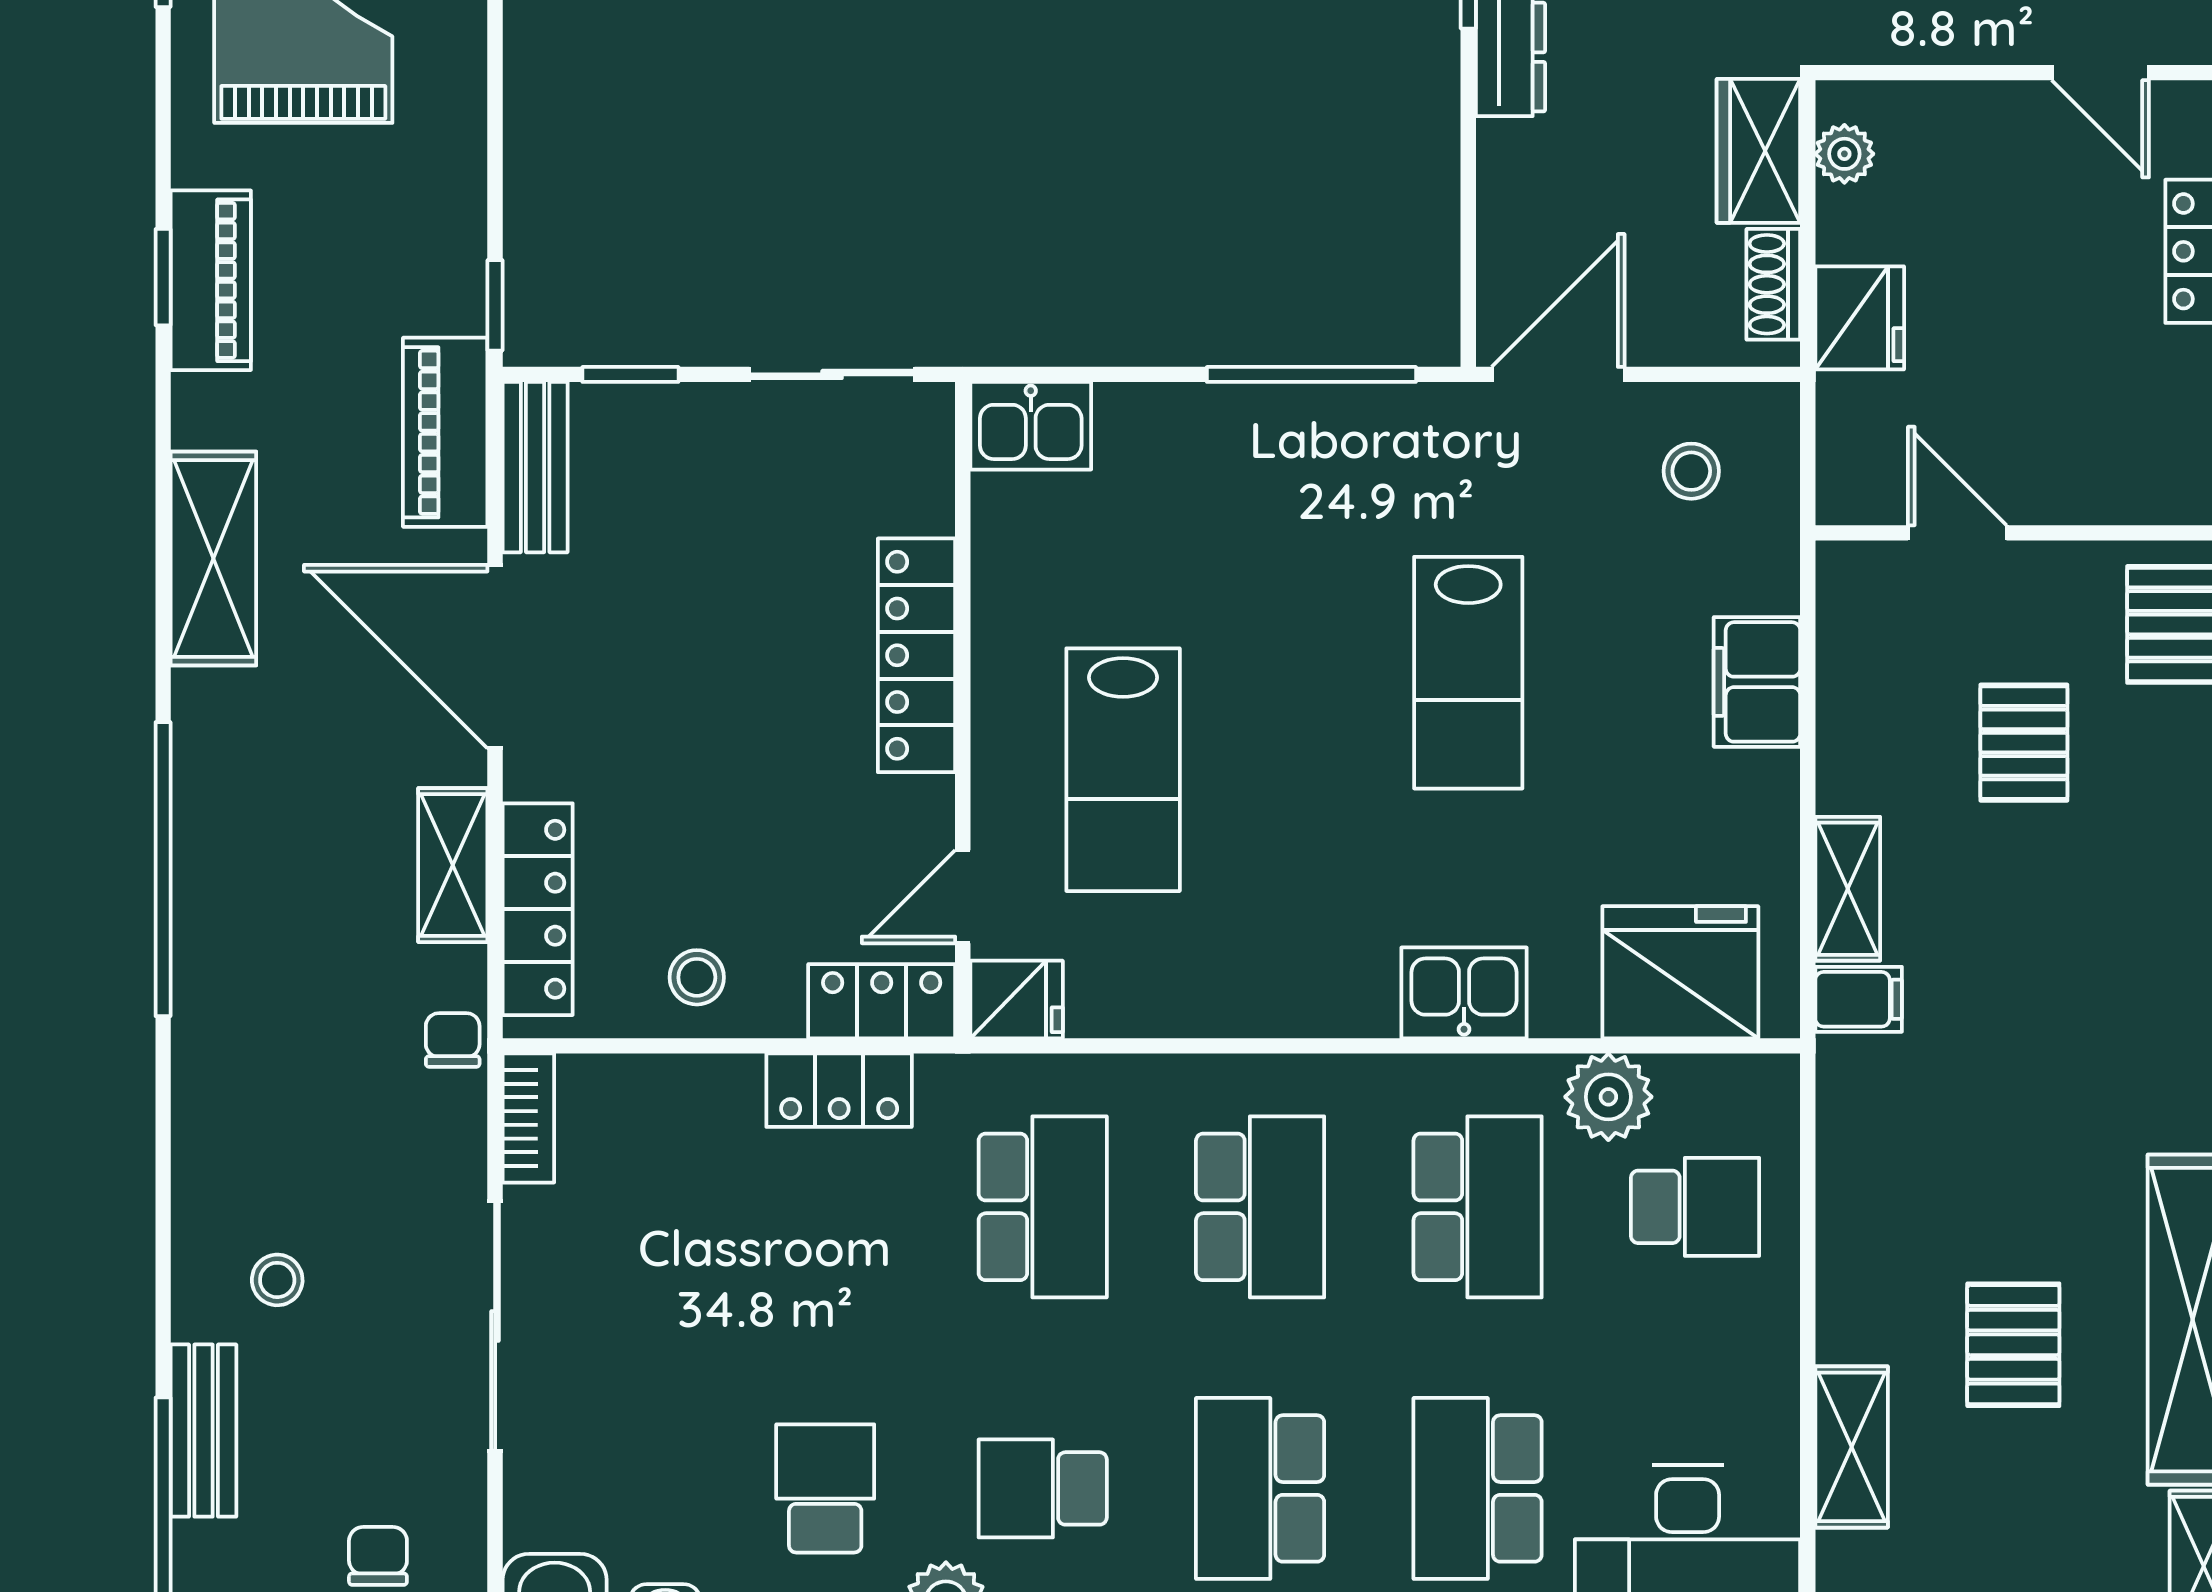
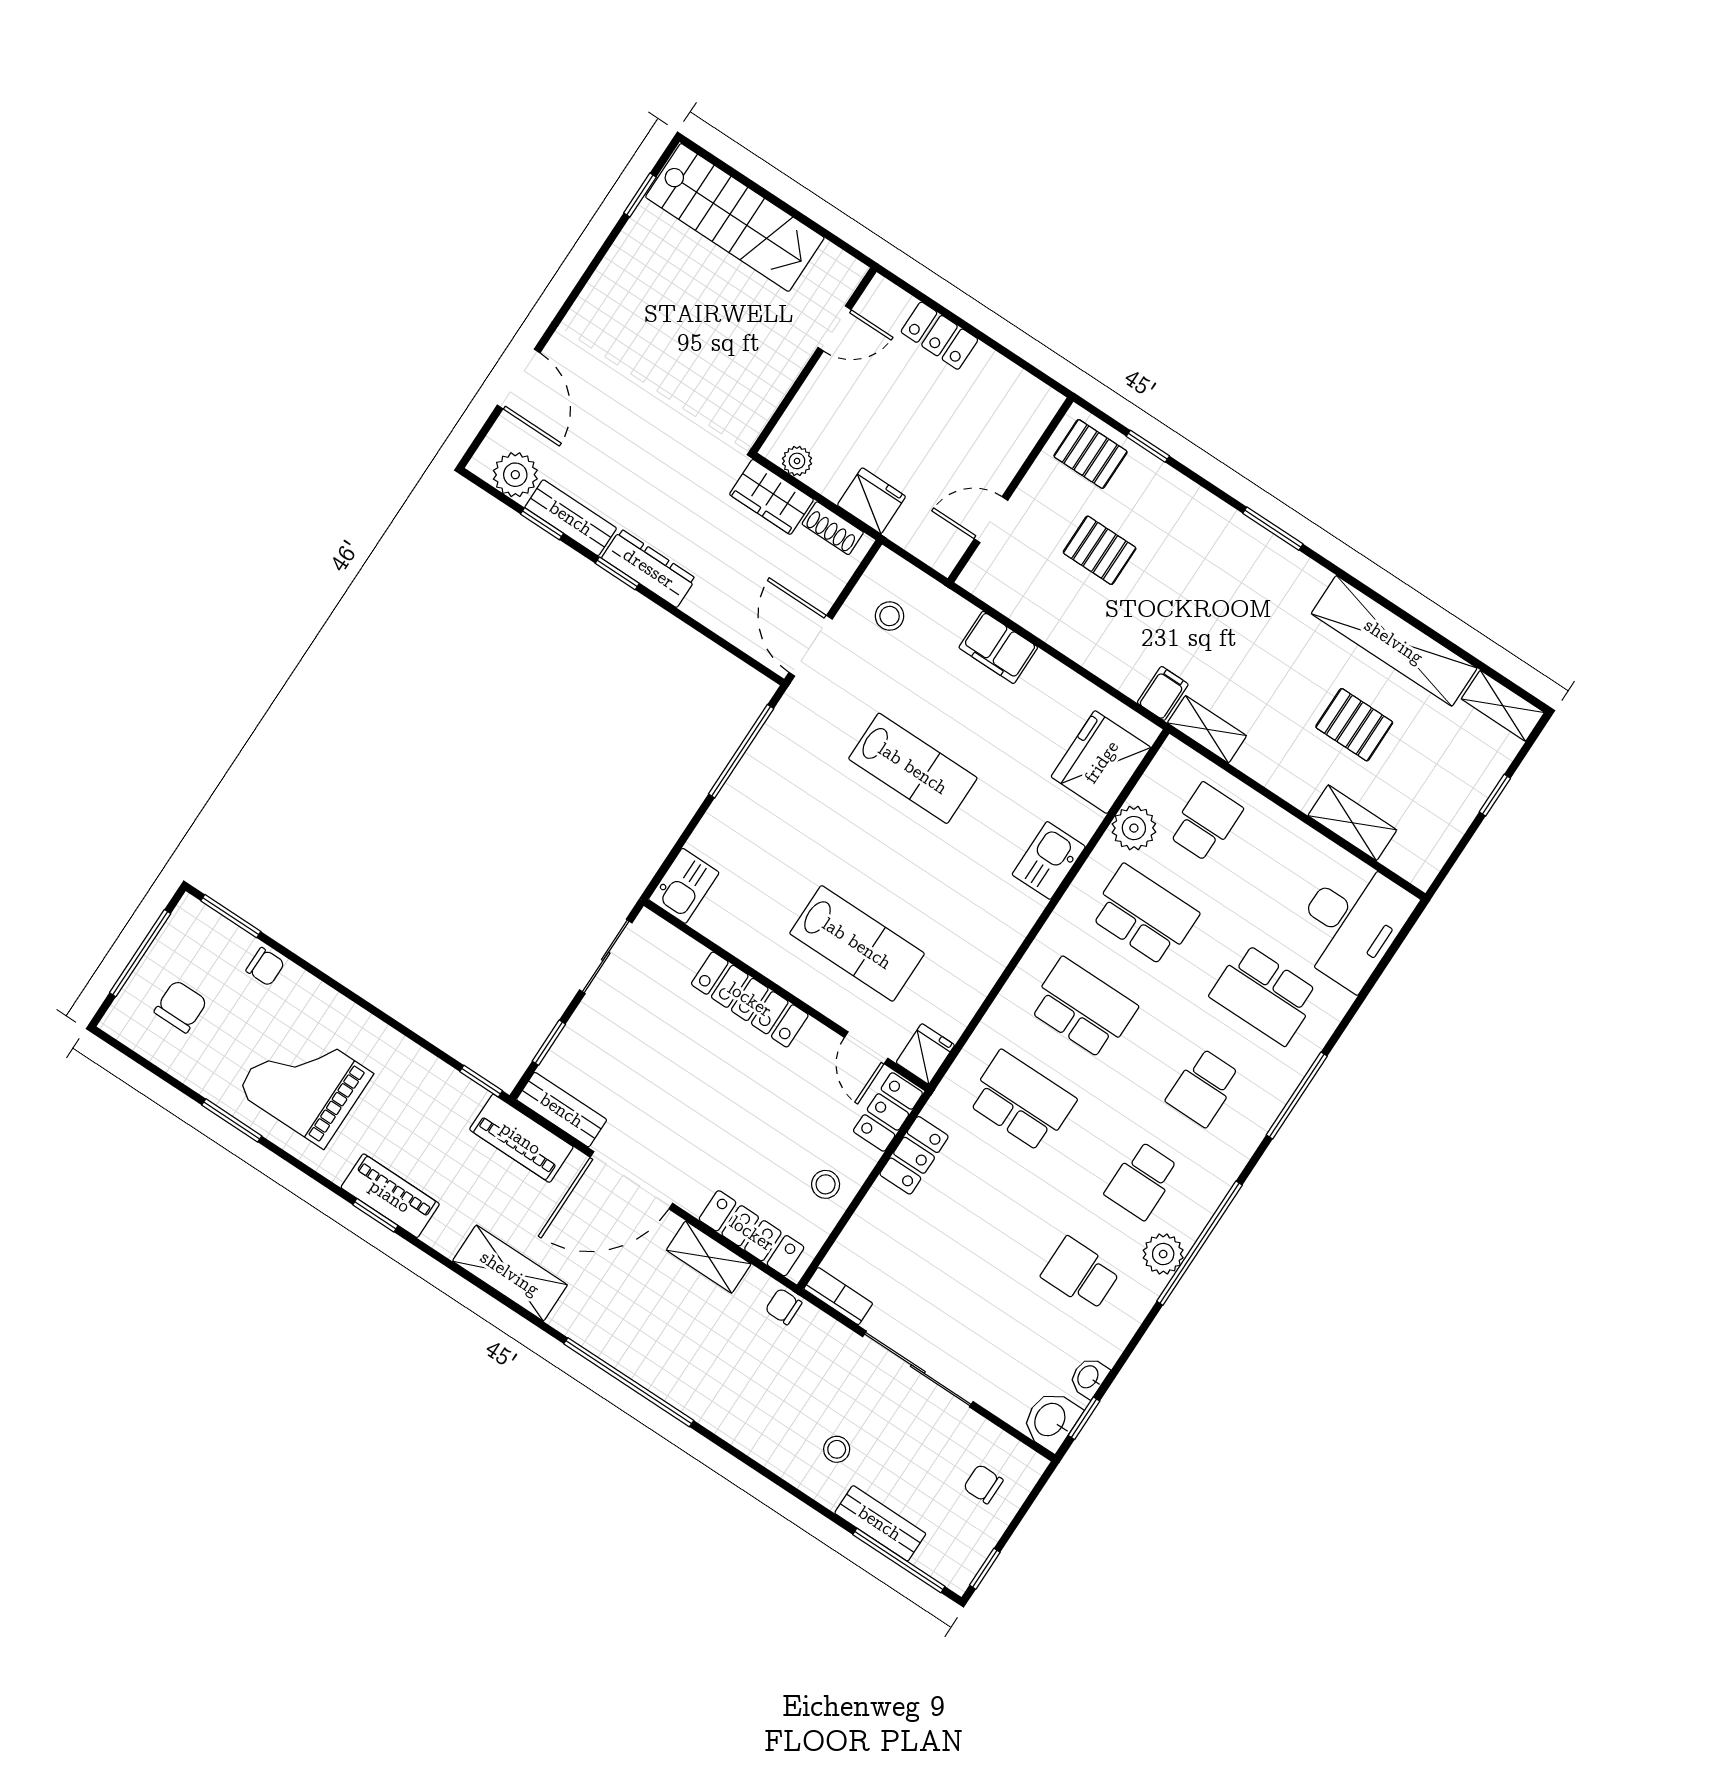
shelving: (1848, 889) -> (1207, 729), moved
school desk: (1260, 1488) -> (1203, 1088), width x0.54

